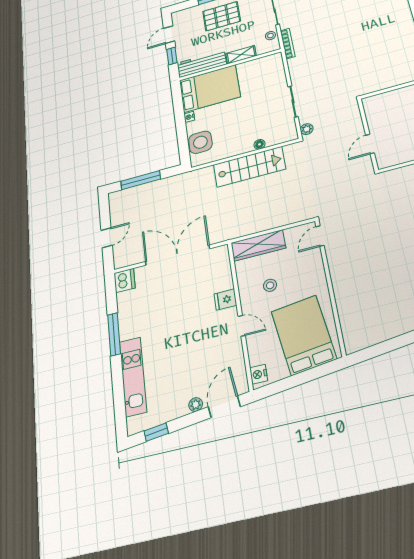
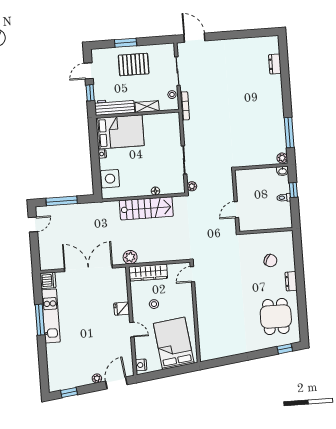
plant: (232, 230) -> (130, 257), added
door: (107, 238) -> (33, 225), moved
kitchen unit: (133, 376) -> (51, 316), moved

